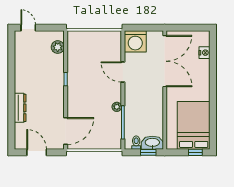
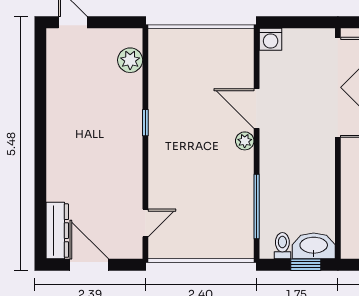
washing machine: (135, 41) -> (271, 39), width x0.53, depth x0.53
plant: (117, 107) -> (245, 141), moved
dresser: (20, 108) -> (57, 231), moved
door: (66, 131) -> (145, 223), width x0.53

